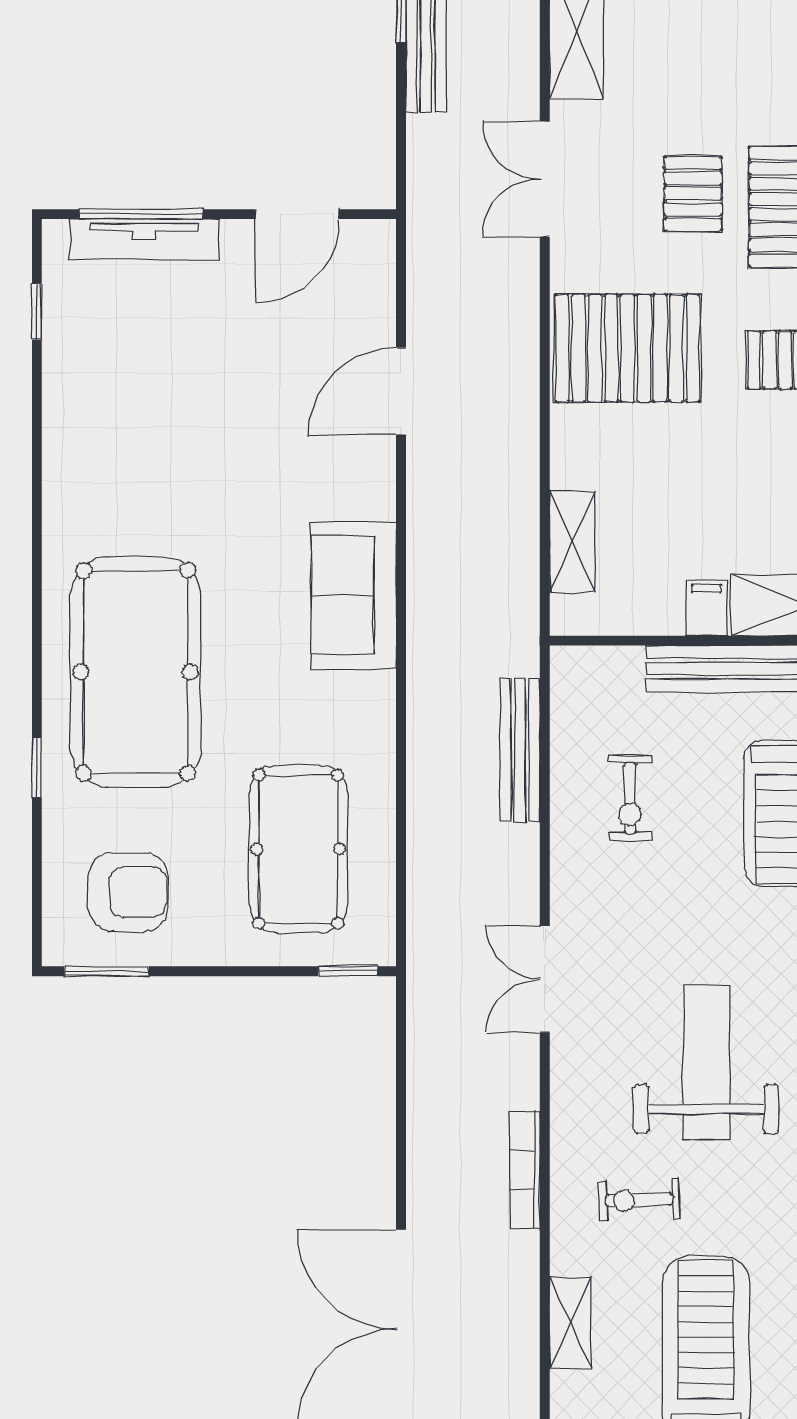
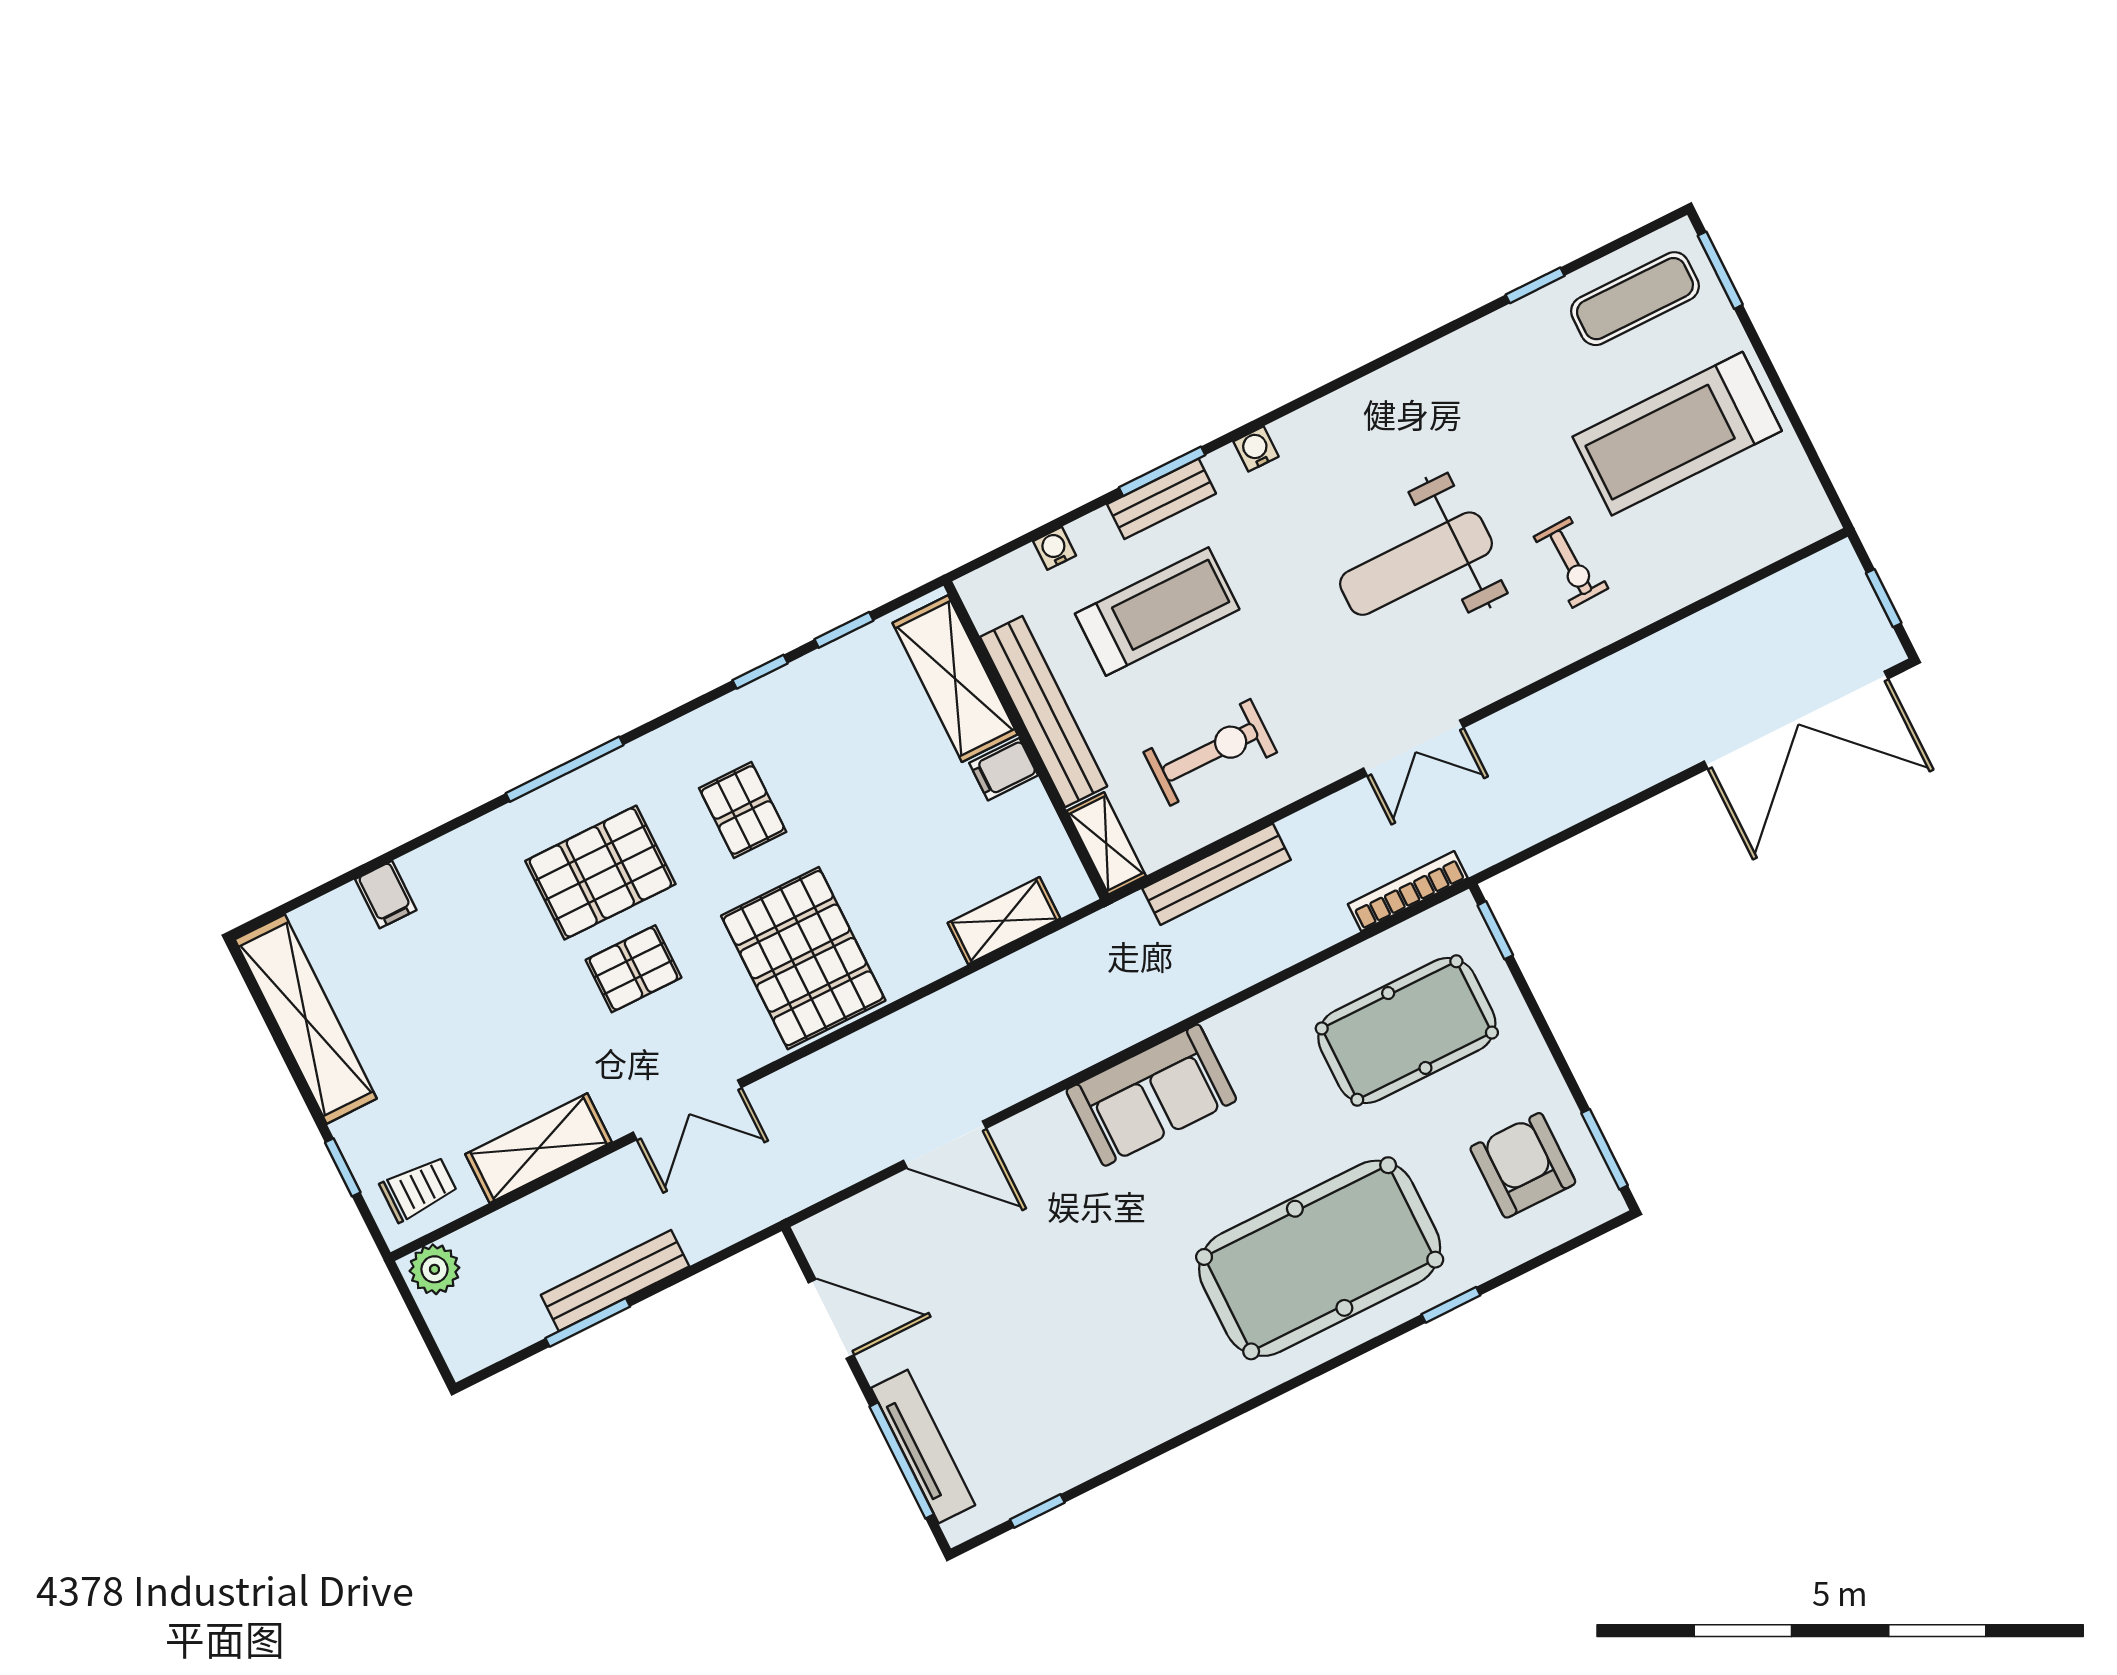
exercise bike: (630, 798) -> (1210, 752), width x1.38, depth x1.39
bookcase: (525, 1170) -> (1408, 891), moved, turned 180
shelving: (570, 1323) -> (1106, 843), moved, turned 90

